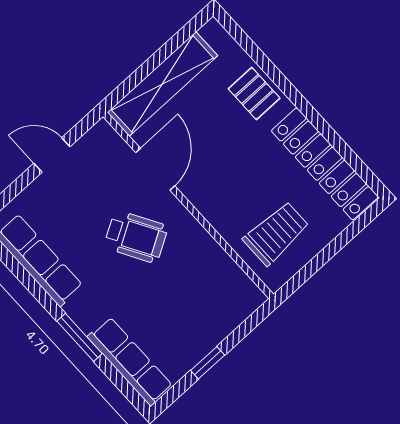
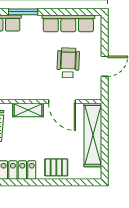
shelving: (210, 206) -> (28, 110), added
wheelchair: (136, 237) -> (68, 63), moved, turned 122

